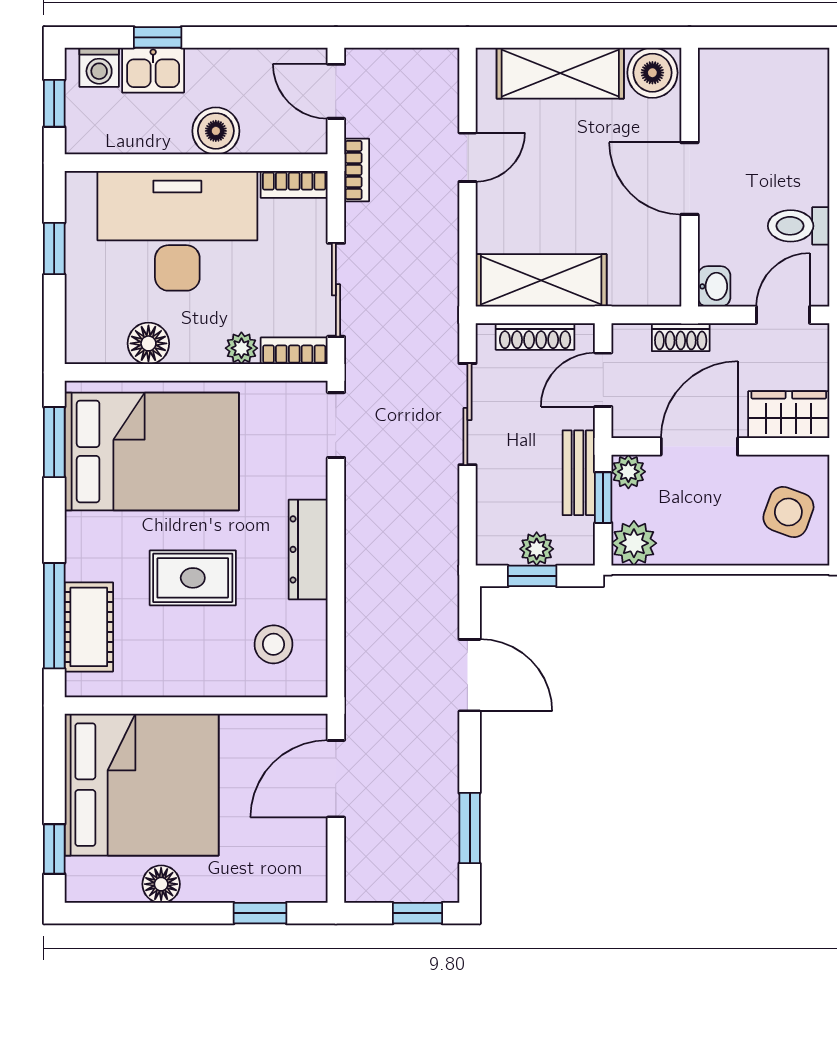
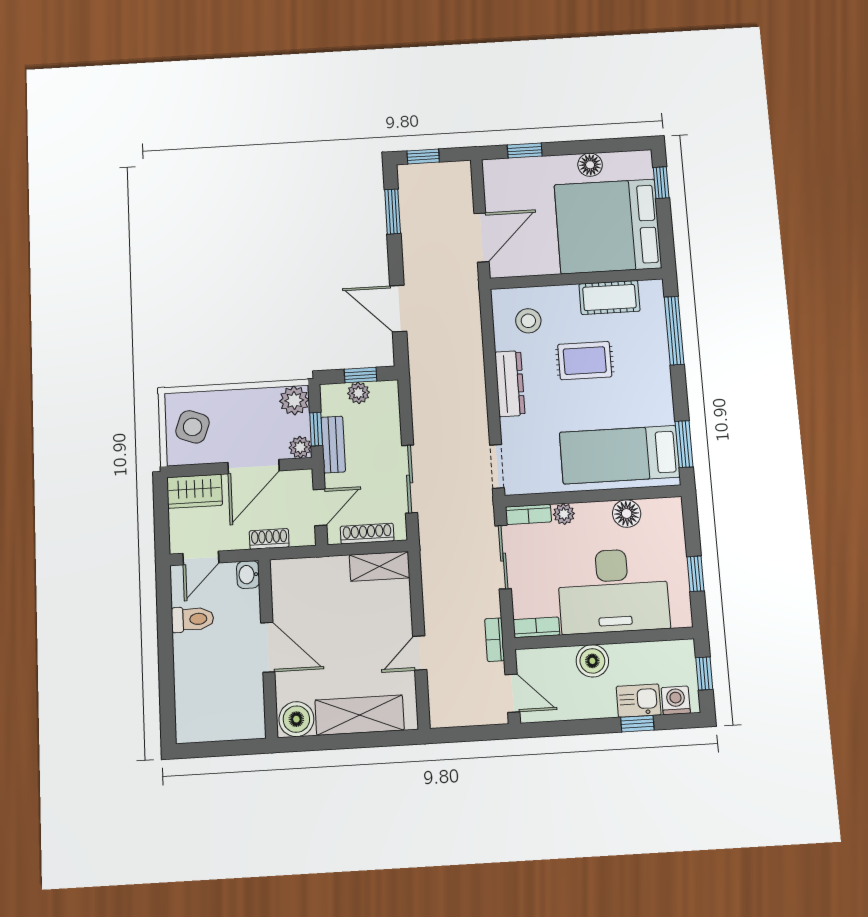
shelving: (541, 280) -> (379, 566), width x0.67, depth x0.75
bed: (152, 451) -> (620, 455), width x0.67
cot: (89, 627) -> (609, 298), moved, turned 90

